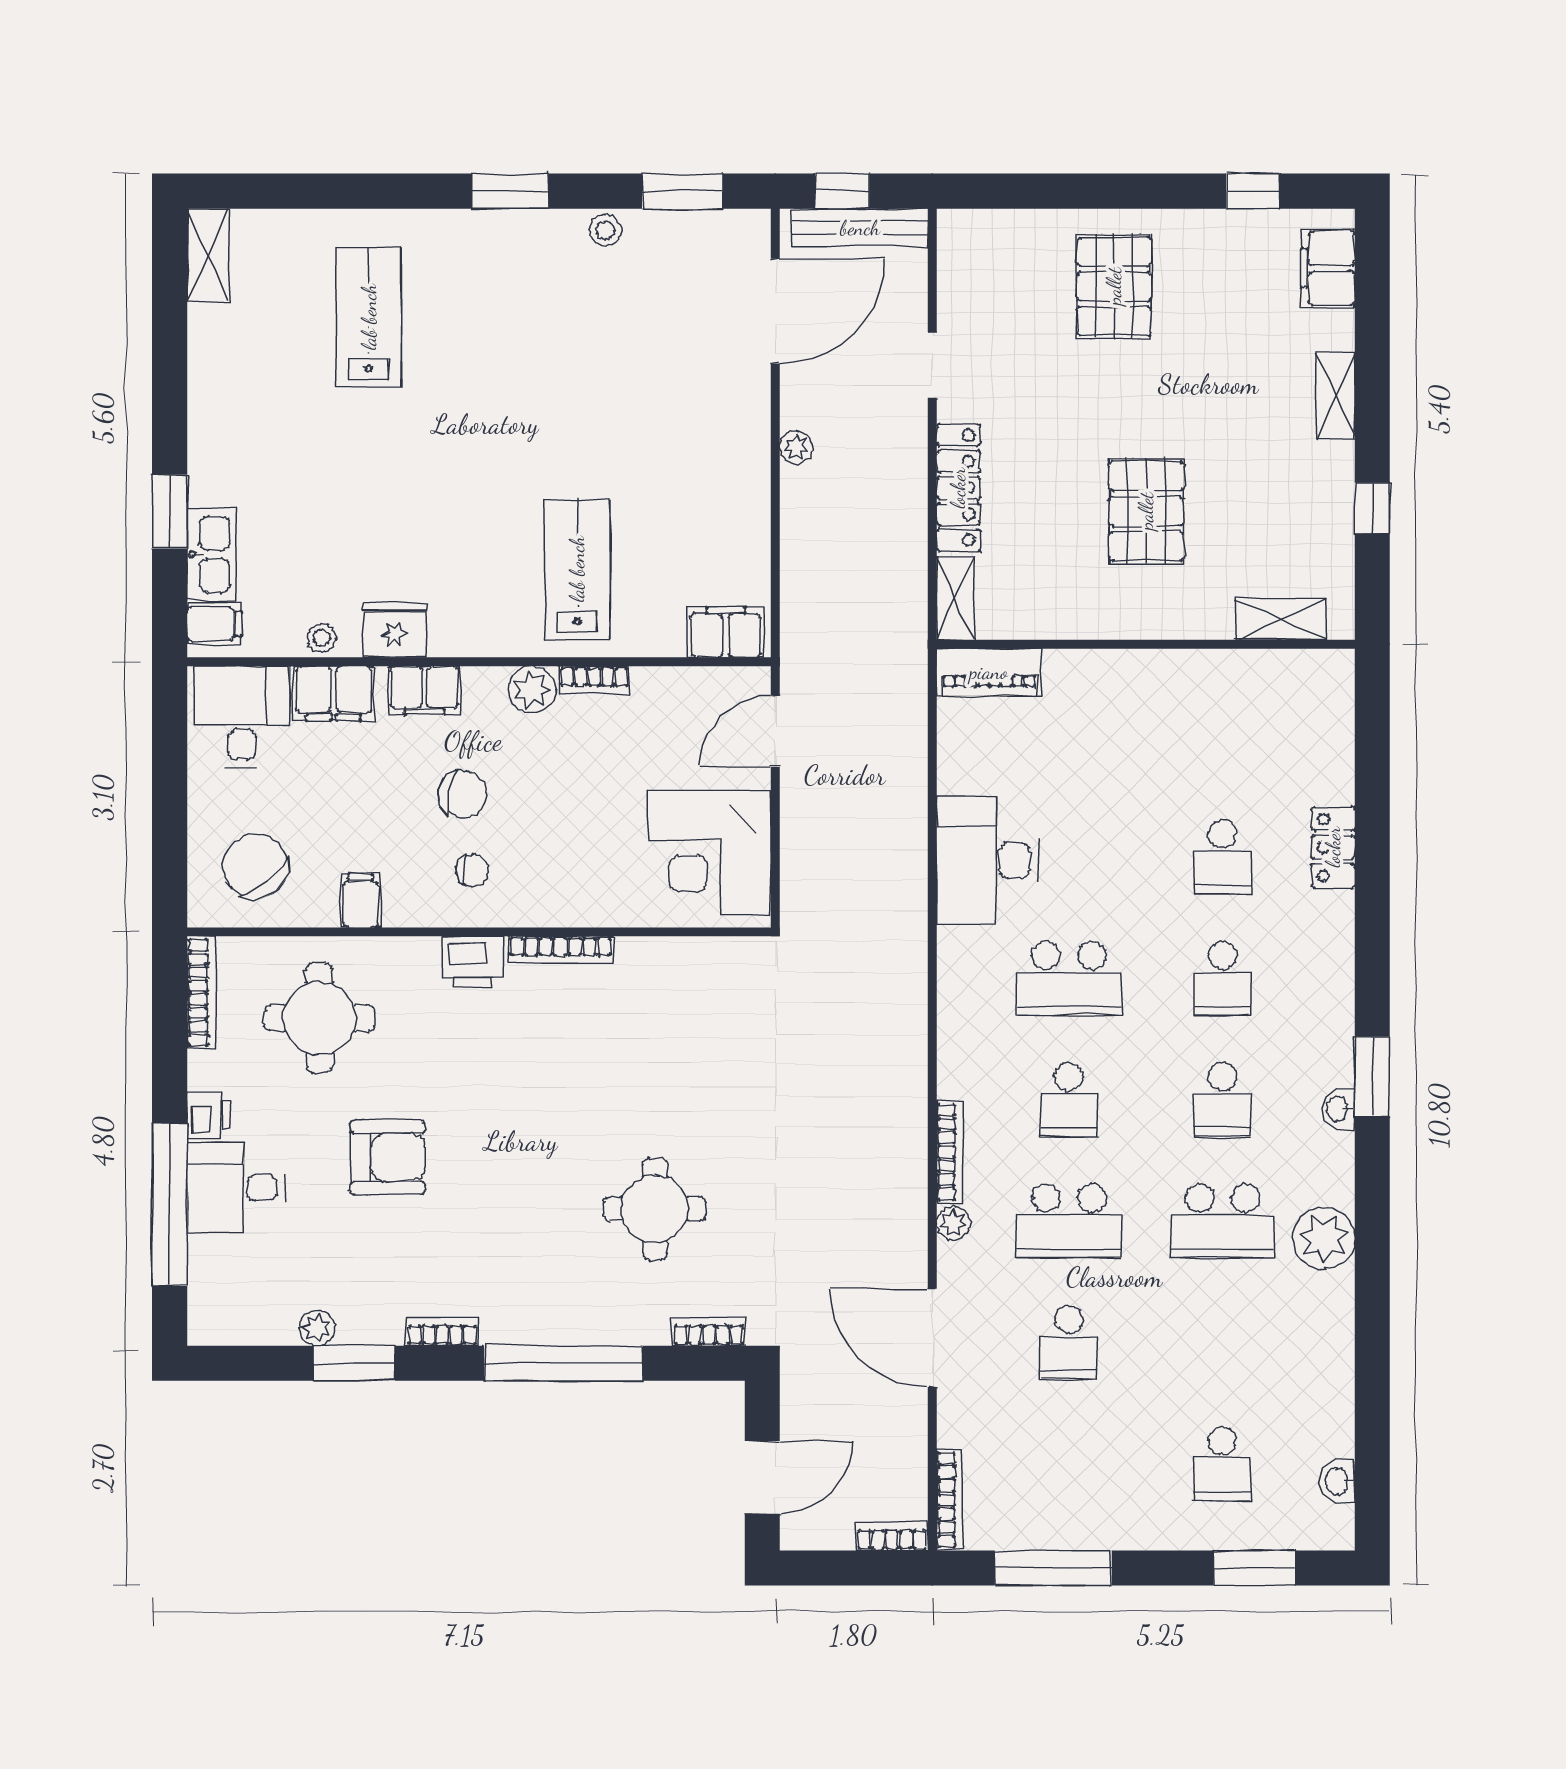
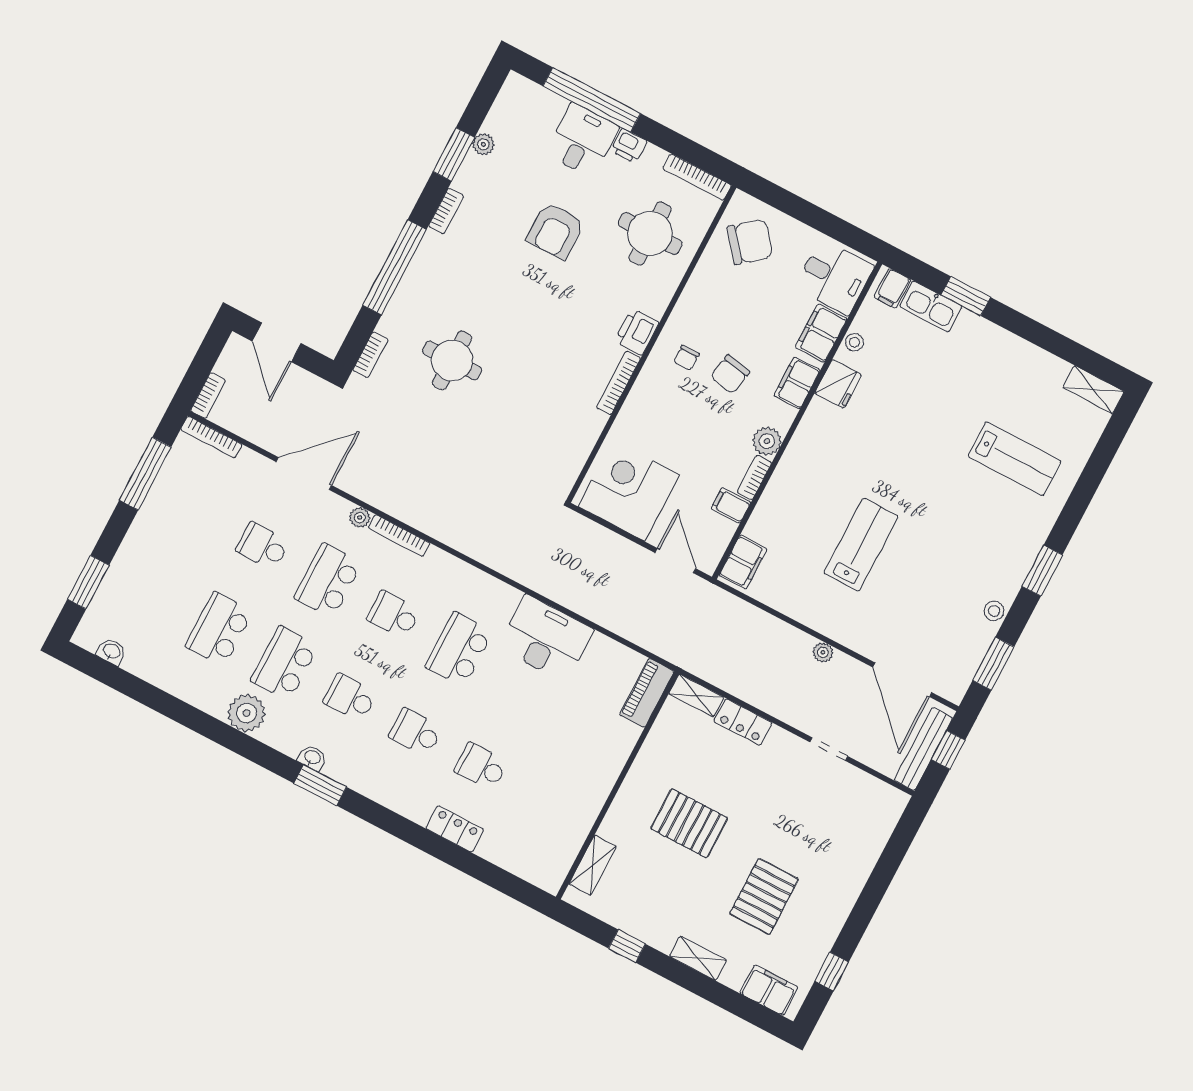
pallet: (1114, 286) -> (764, 896), moved, turned 90
locker: (958, 488) -> (743, 722), width x0.66
lab bench: (577, 569) -> (861, 545), moved, turned -90
filing cabinet: (360, 901) -> (731, 506), moved, turned 180
school desk: (1223, 1464) -> (219, 629), moved, width x1.85

